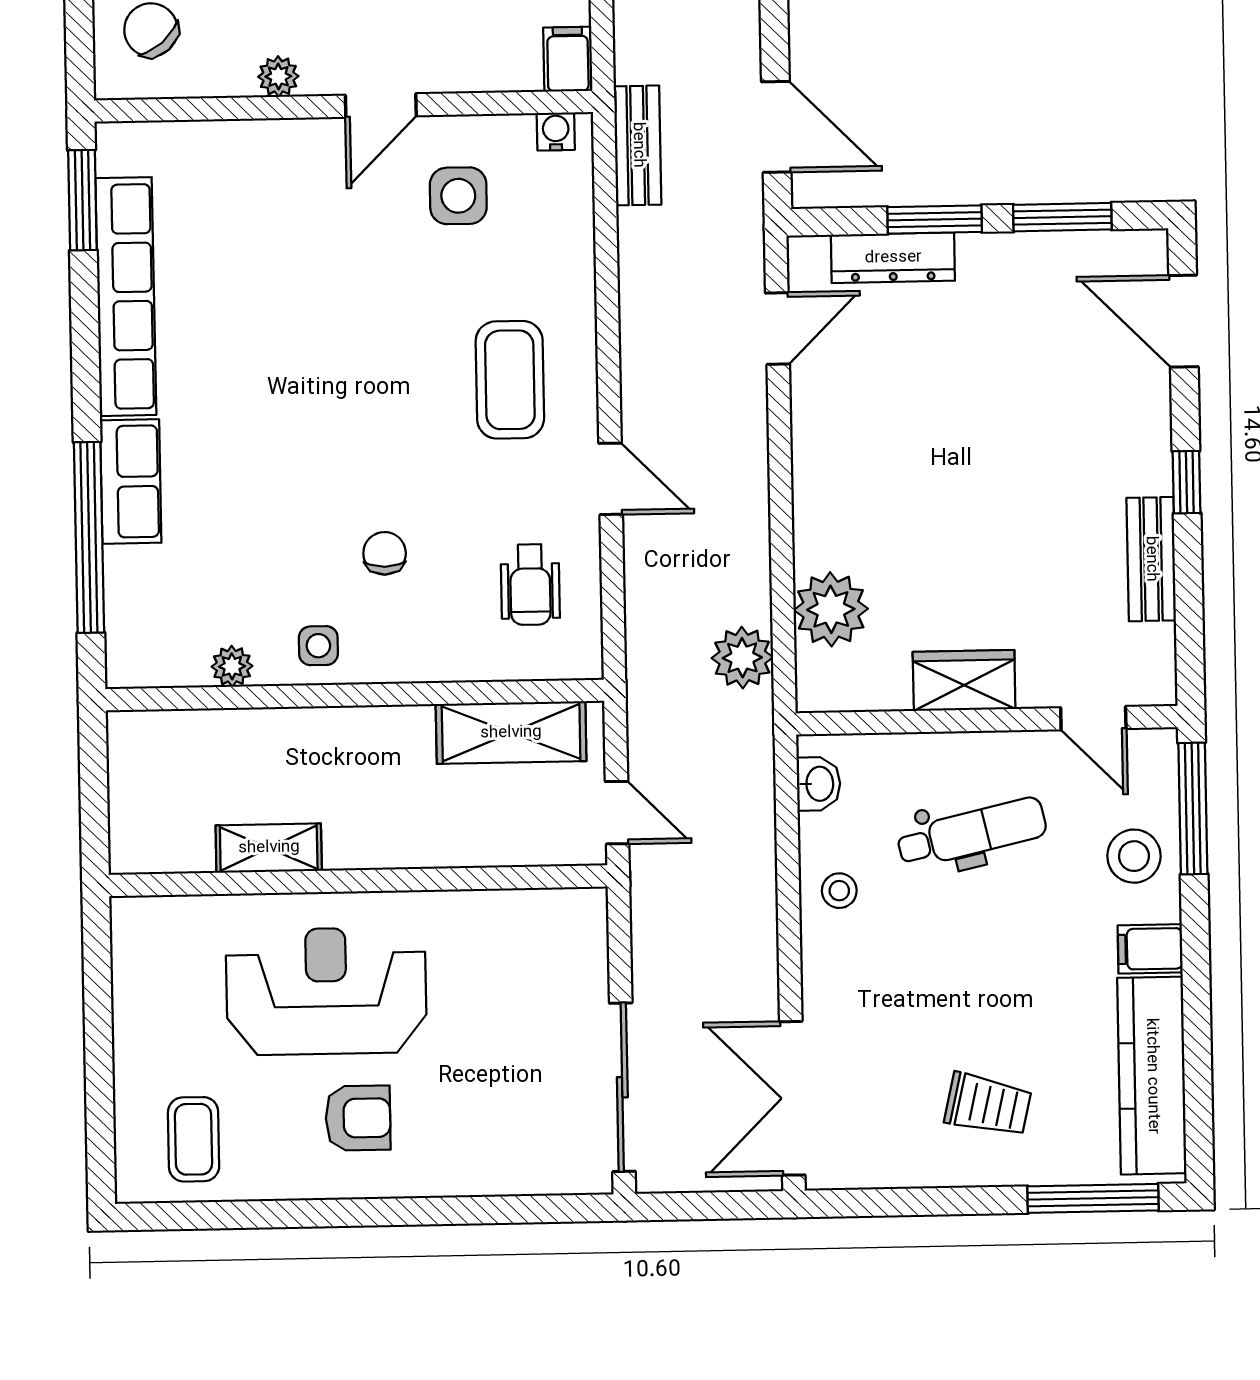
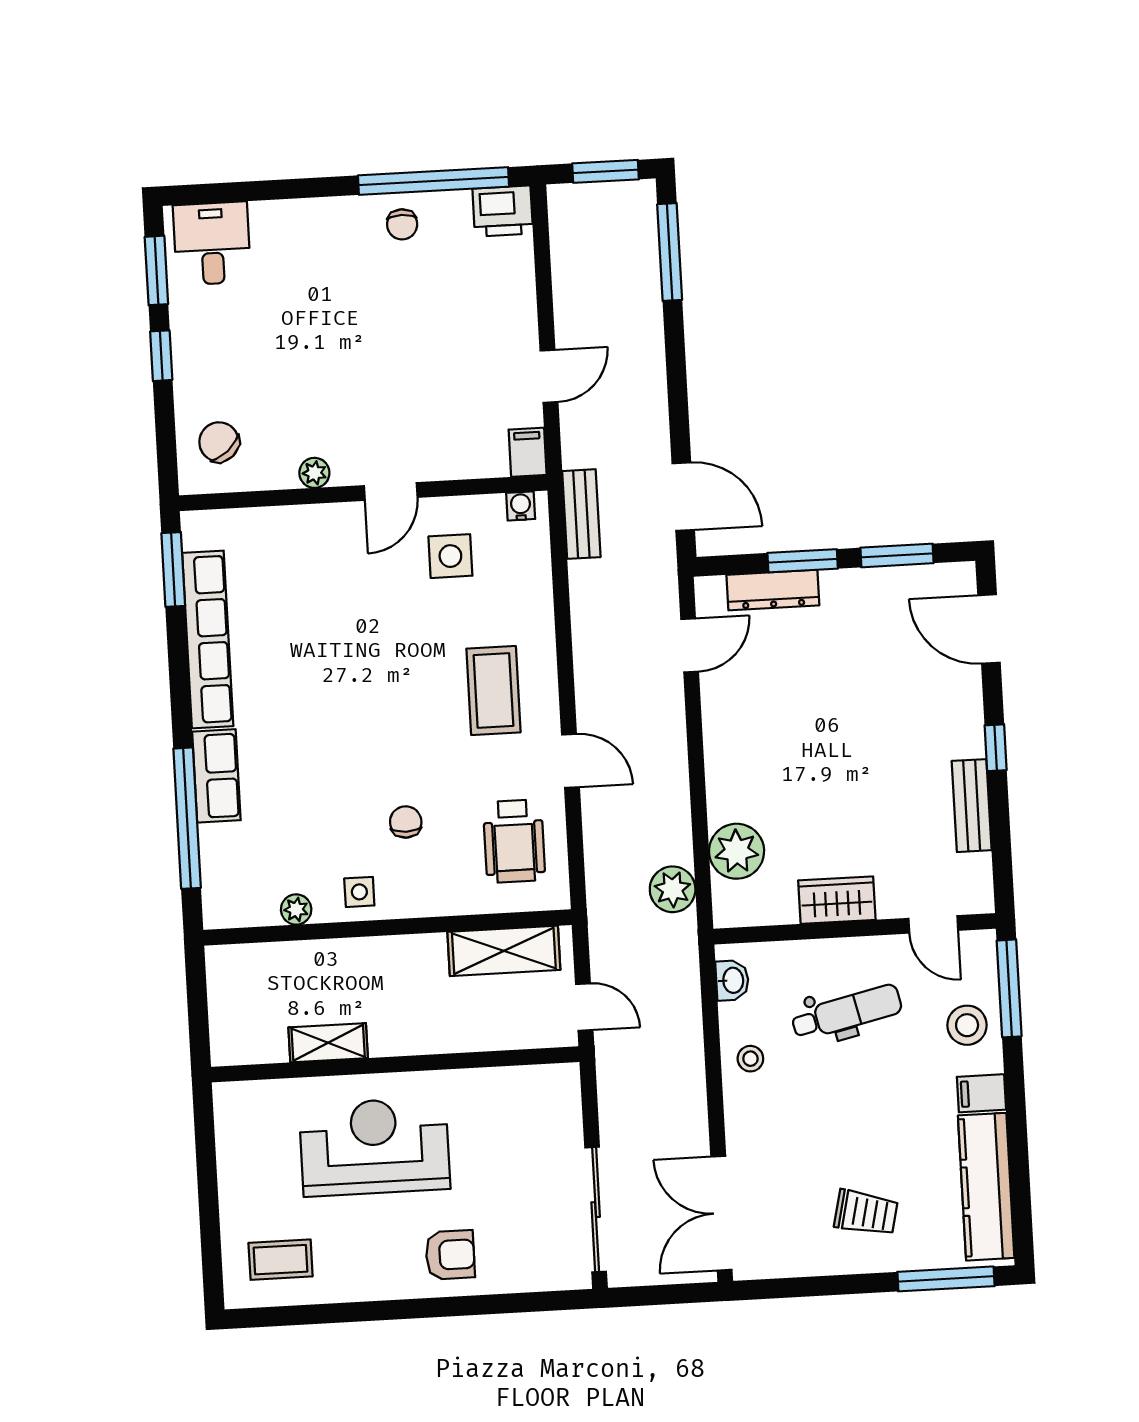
wheelchair: (530, 585) -> (514, 841), width x1.36, depth x1.37
armchair: (358, 1118) -> (450, 1255), moved
coffee table: (194, 1139) -> (281, 1260), turned 90

